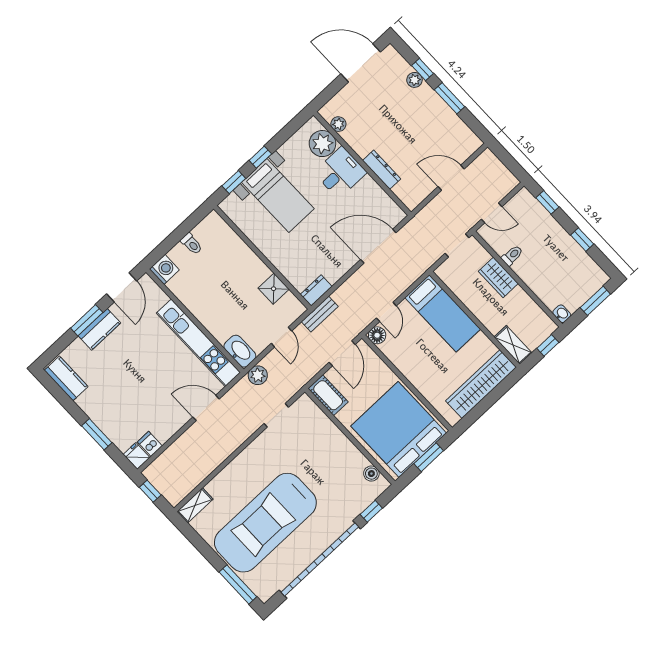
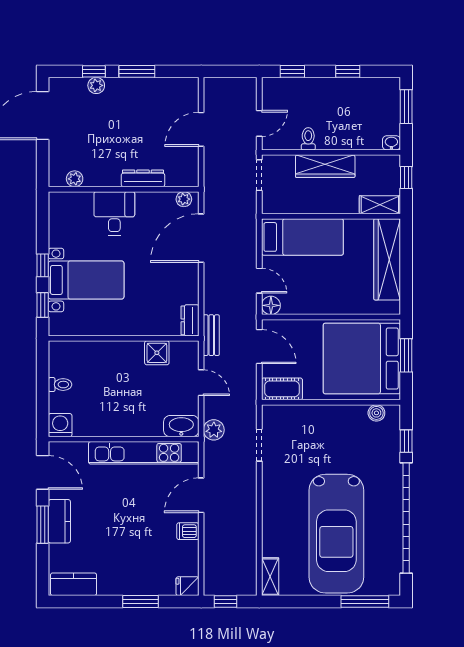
plant: (322, 144) -> (184, 199), moved, width x0.53, depth x0.53
wardrobe: (498, 277) -> (325, 166), width x1.50
dishwasher: (150, 444) -> (188, 531), moved

